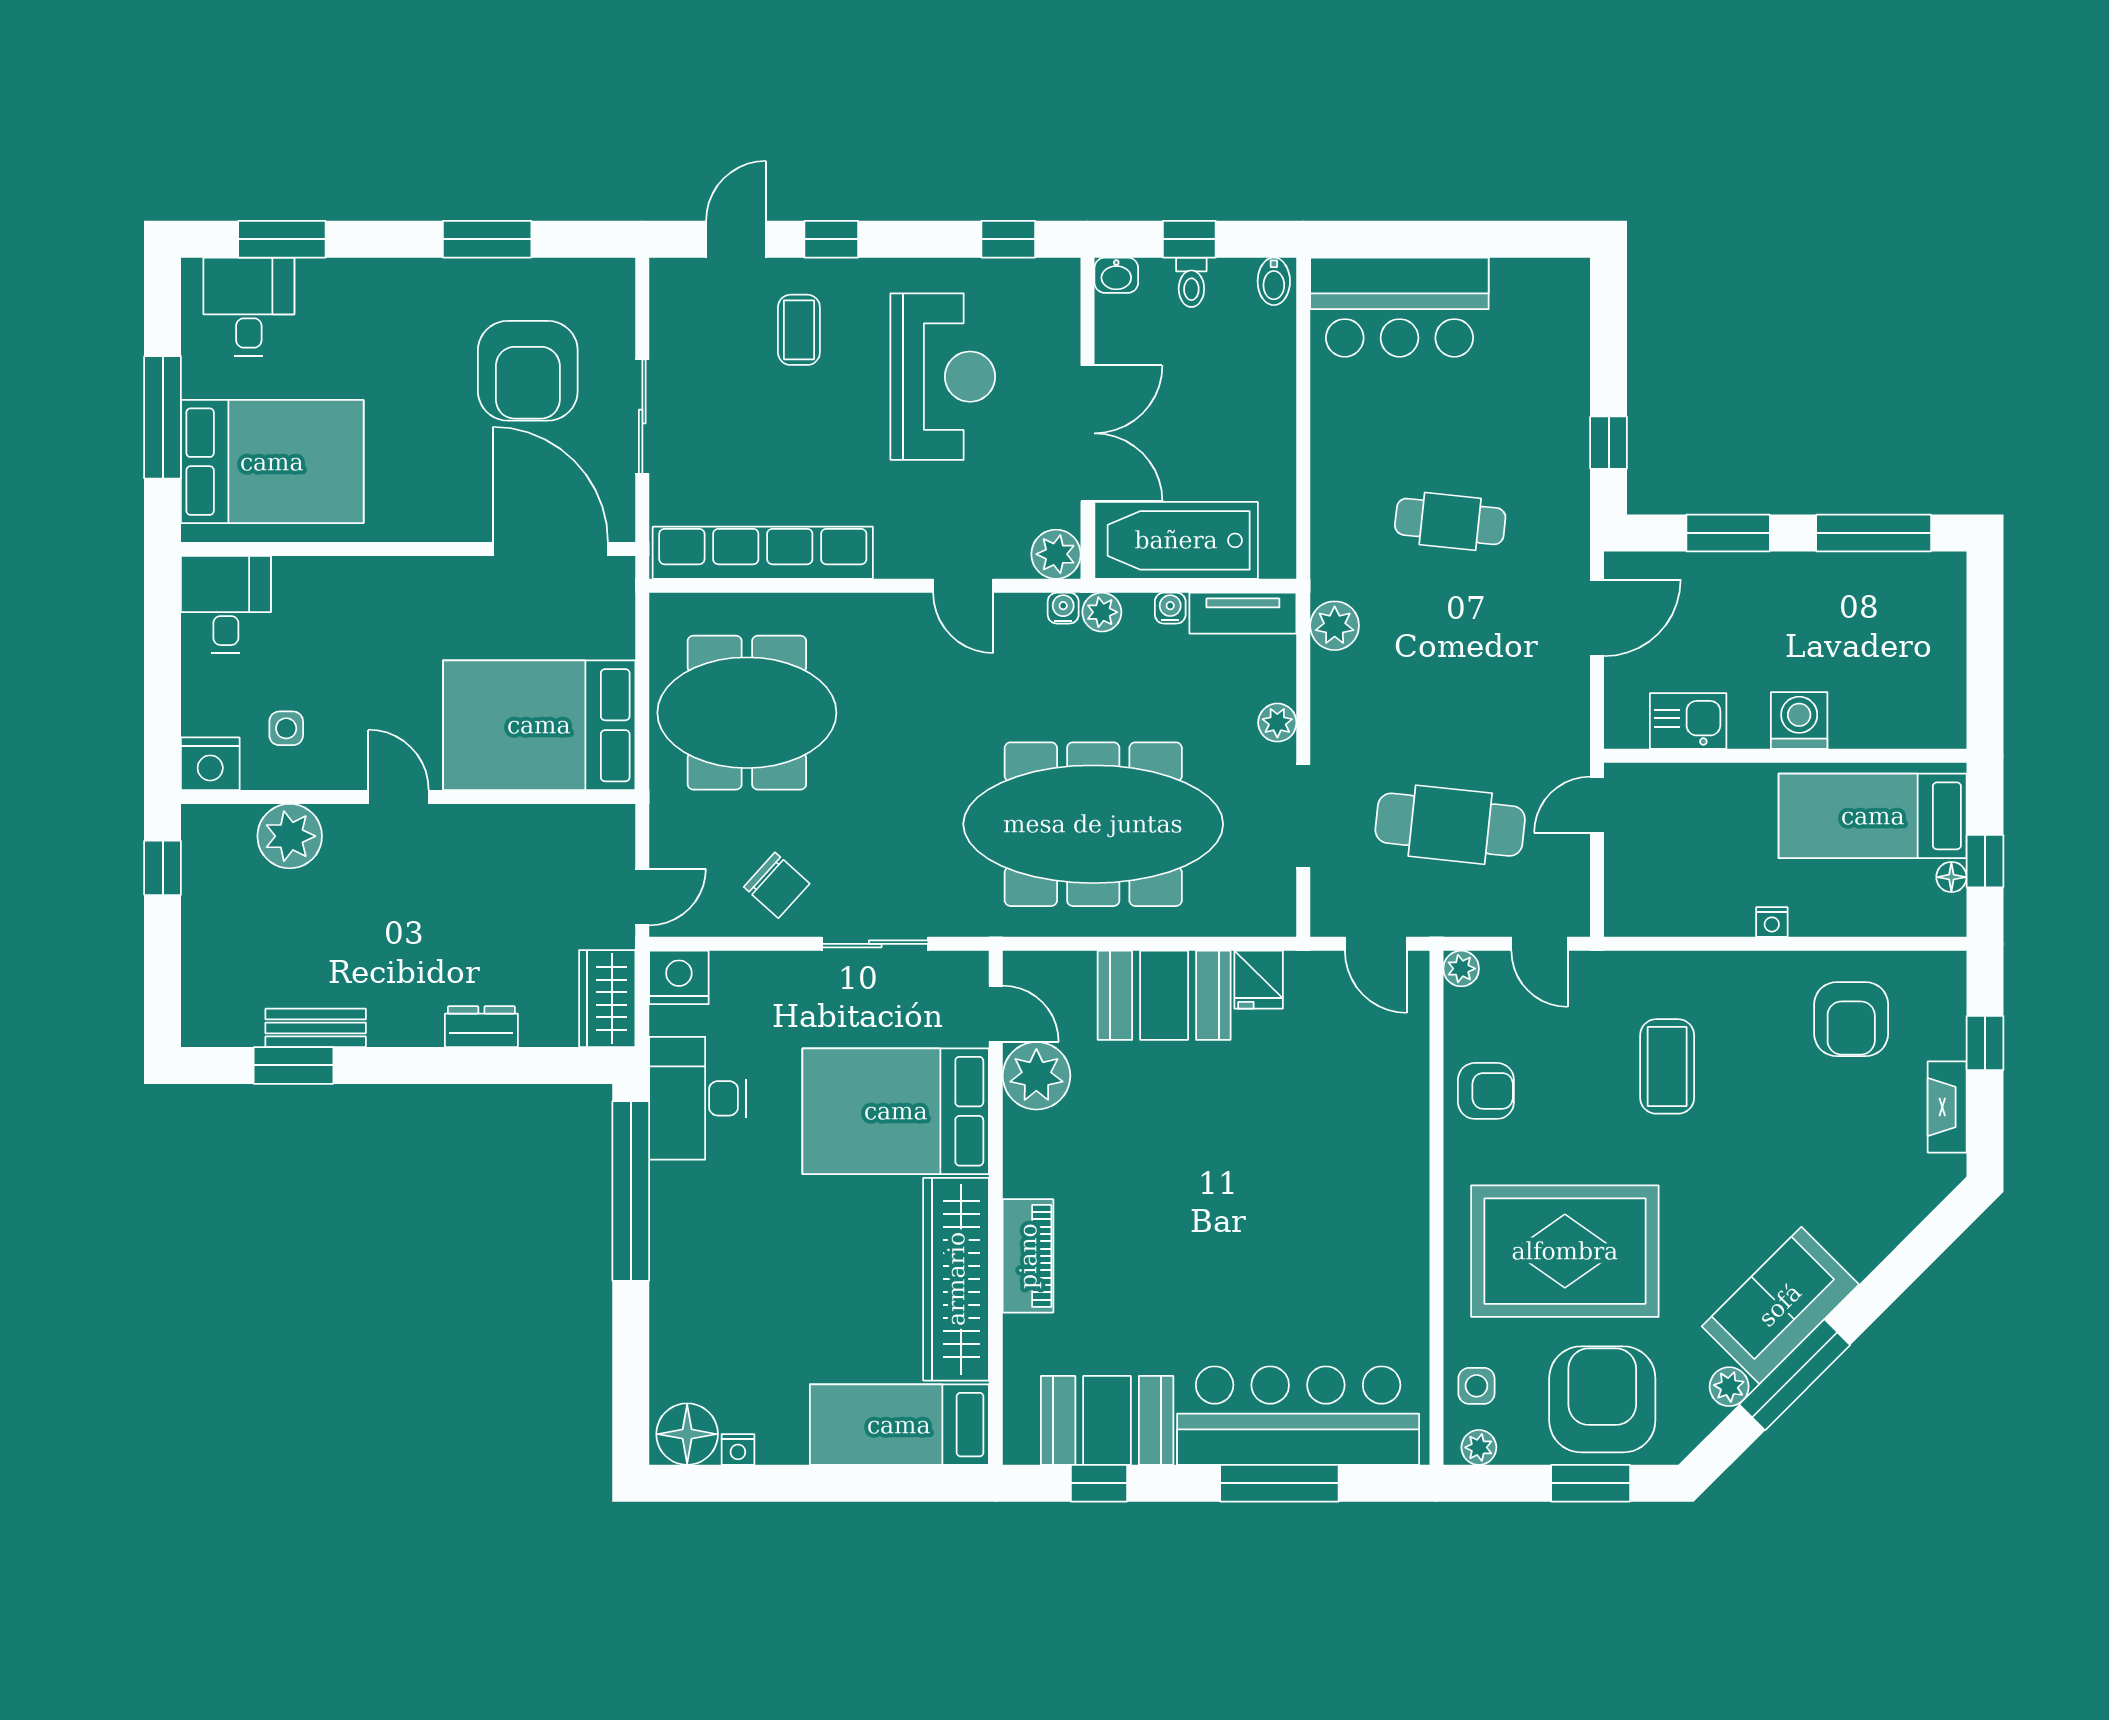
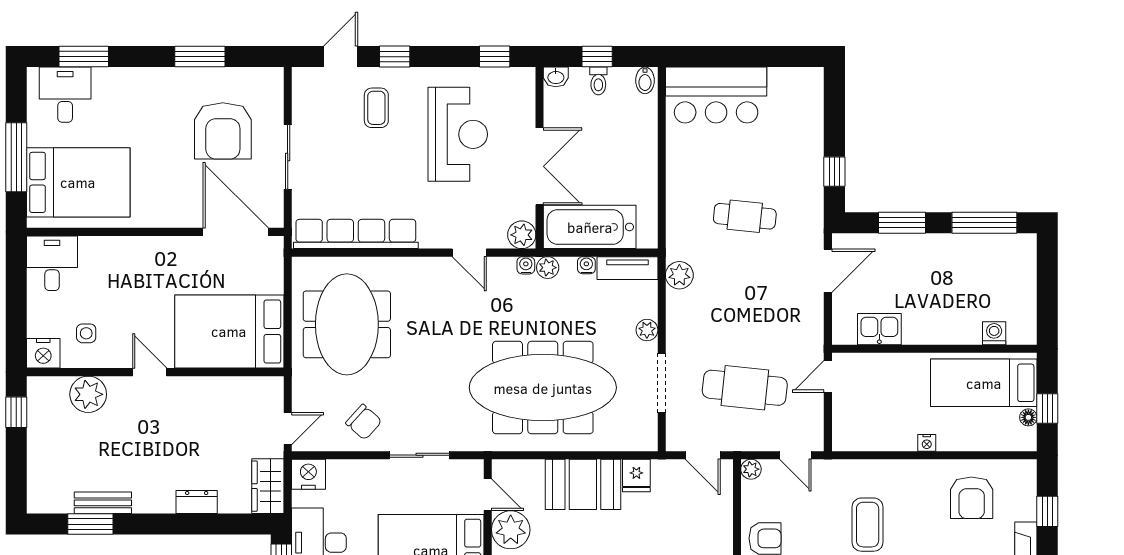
meeting table: (747, 713) -> (347, 324), turned 90
washing machine: (1799, 720) -> (994, 333), moved, width x0.73, depth x0.73

